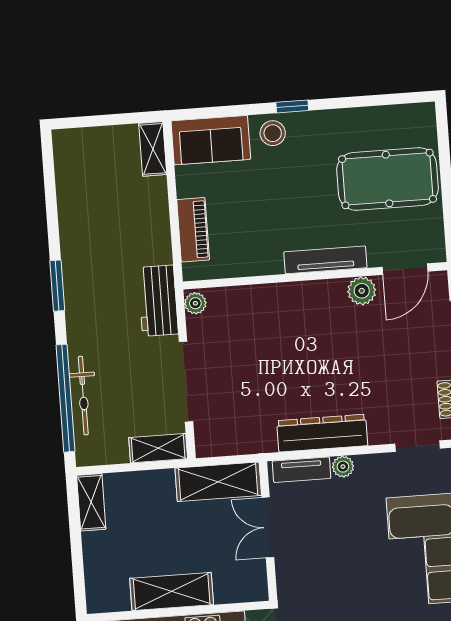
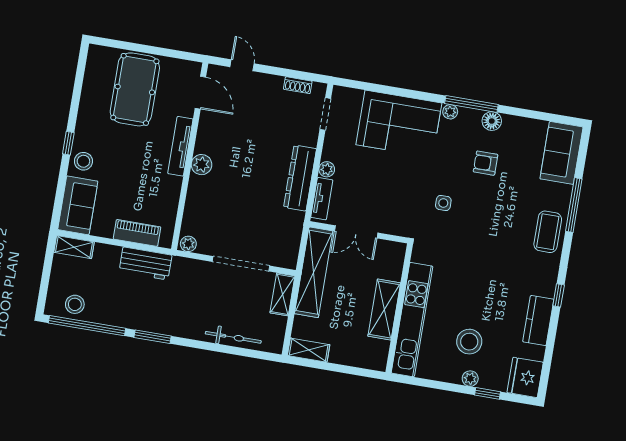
stool: (75, 169) -> (75, 304), added
plant: (362, 291) -> (202, 165), moved
workbench: (158, 301) -> (145, 263), moved
window: (65, 398) -> (87, 326), moved
shelving: (218, 482) -> (314, 272), width x1.47

